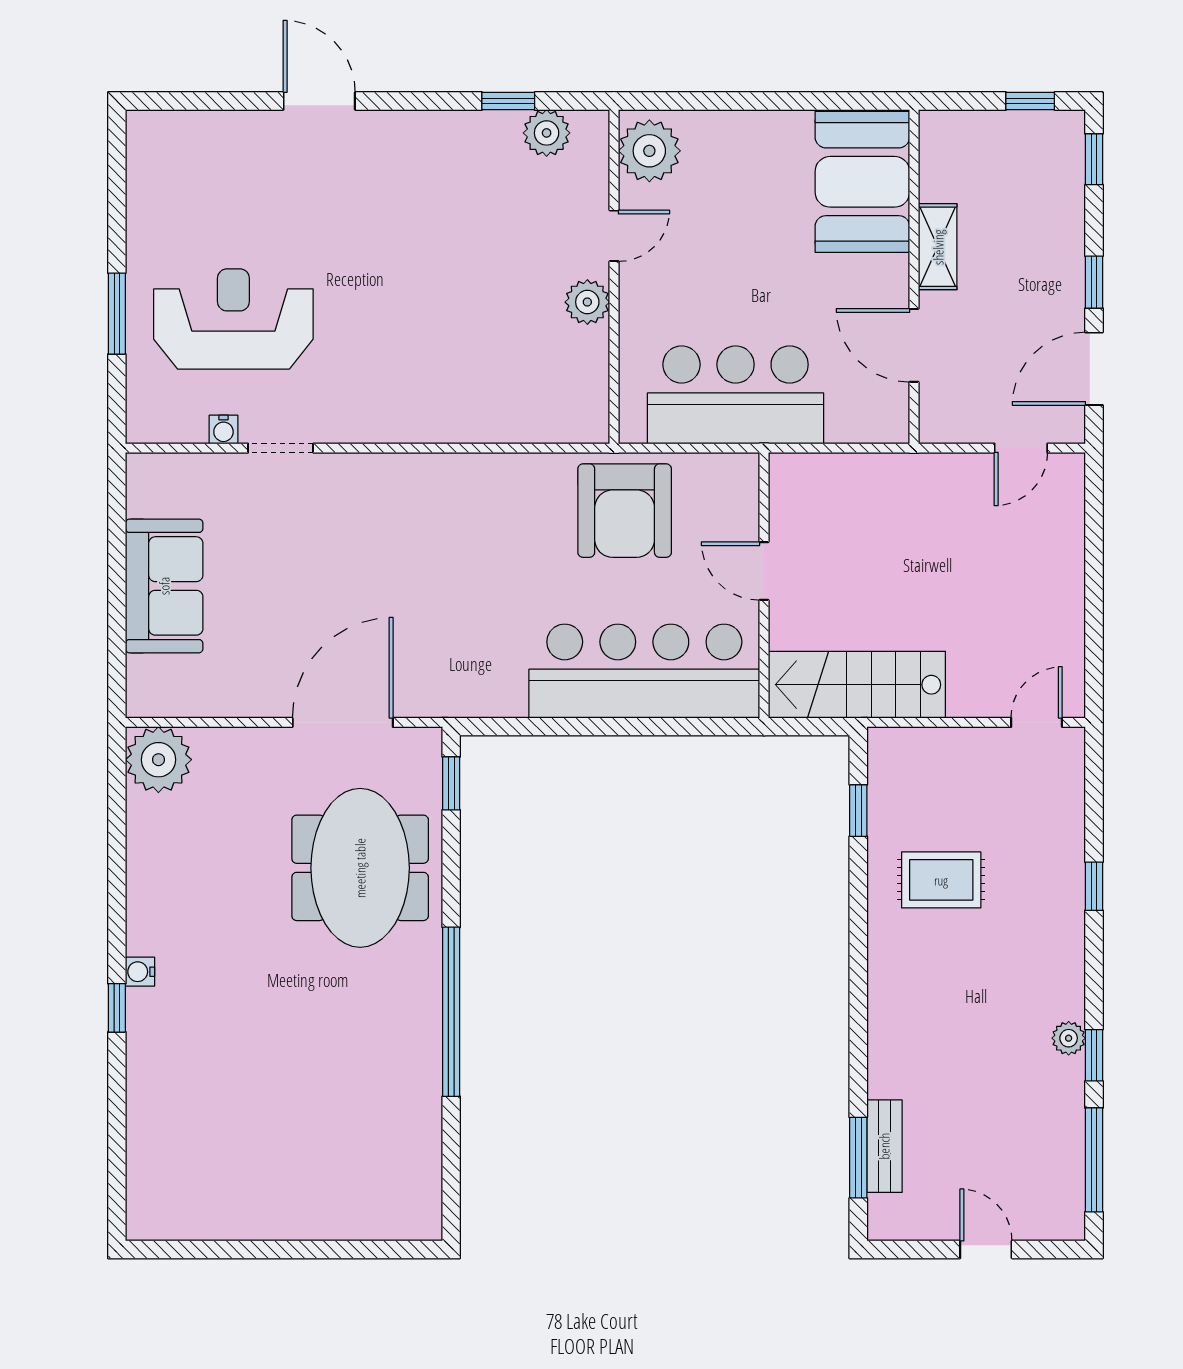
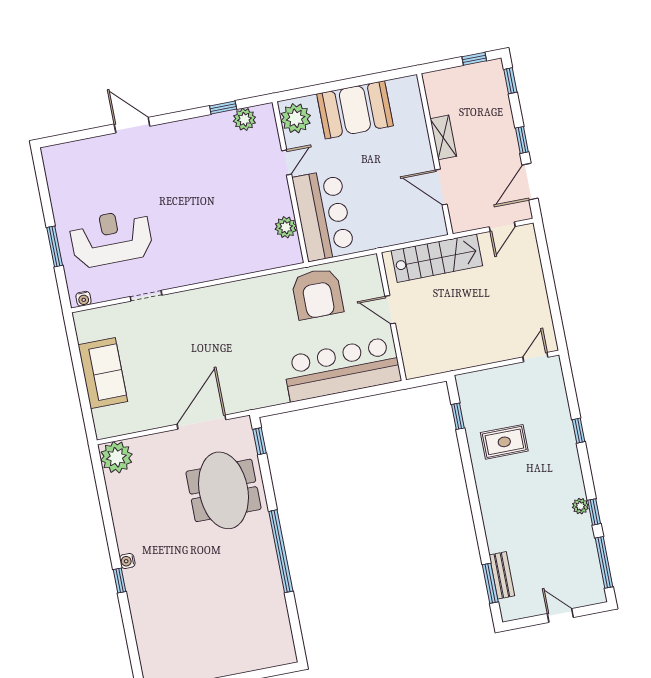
booth: (862, 182) -> (355, 110), moved, turned 90
plant: (587, 302) -> (286, 227), moved
bar counter: (736, 395) -> (323, 215), moved, turned 90
water cooler: (223, 430) -> (83, 299), moved
stairs: (857, 685) -> (437, 258), moved, turned 180

